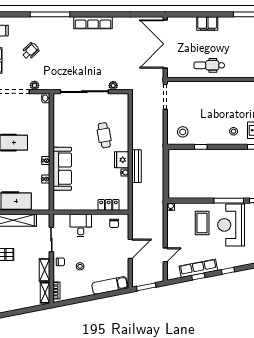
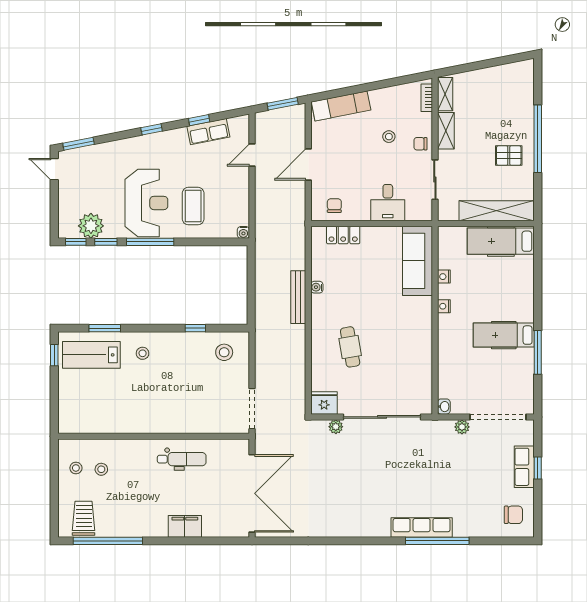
row of seats: (93, 23) -> (422, 527), moved
wheelchair: (30, 51) -> (469, 482), removed
fridge: (122, 160) -> (324, 403), moved, turned -90
sofa: (62, 169) -> (417, 261), moved
row of seats: (198, 268) -> (208, 132), width x0.68

